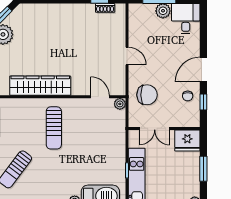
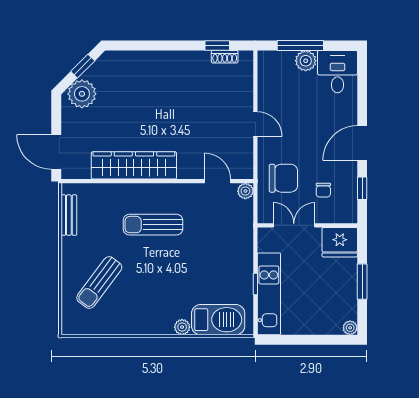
chair: (188, 96) -> (323, 190), moved
sun lounger: (54, 128) -> (153, 225), turned 90
double door: (155, 128) -> (294, 225), swing flipped

